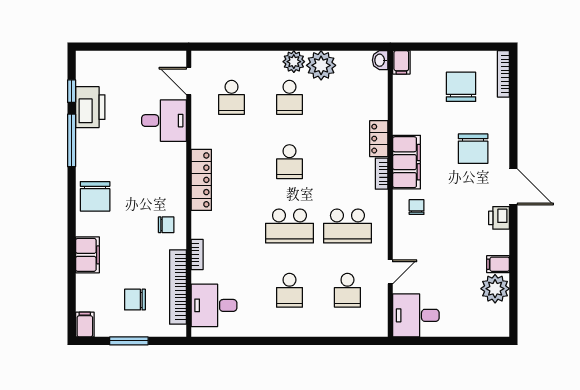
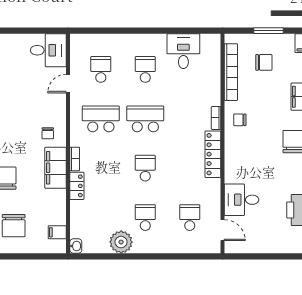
plant: (294, 62) -> (142, 245), removed
filing cabinet: (401, 62) -> (57, 232), moved, turned -90
bookcase: (197, 254) -> (216, 118), moved
desk: (214, 305) -> (183, 51), moved, turned -90

